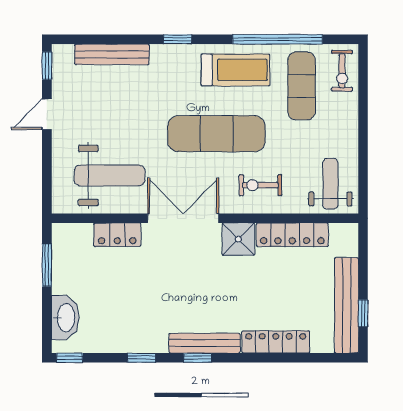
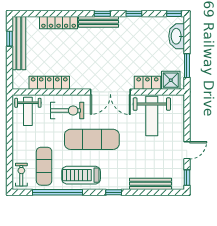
weight bench: (109, 175) -> (152, 116), turned -90
exercise bike: (260, 185) -> (67, 111), width x1.38, depth x1.39
shower: (238, 239) -> (171, 80), moved

